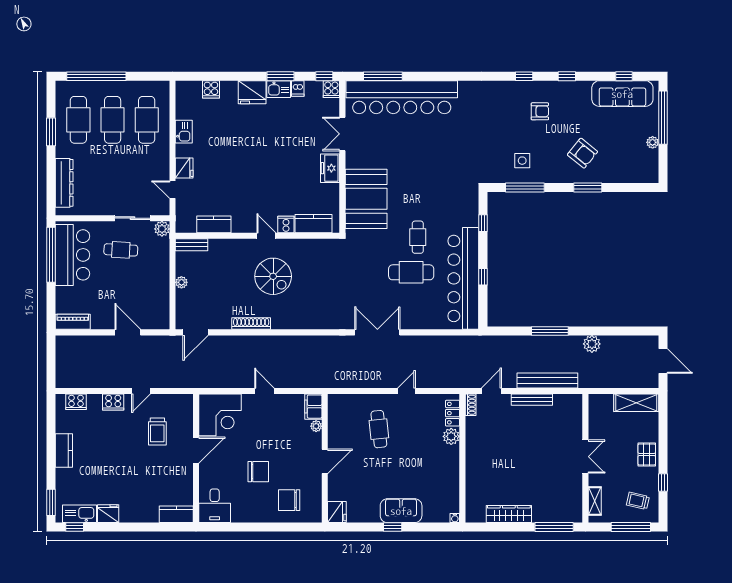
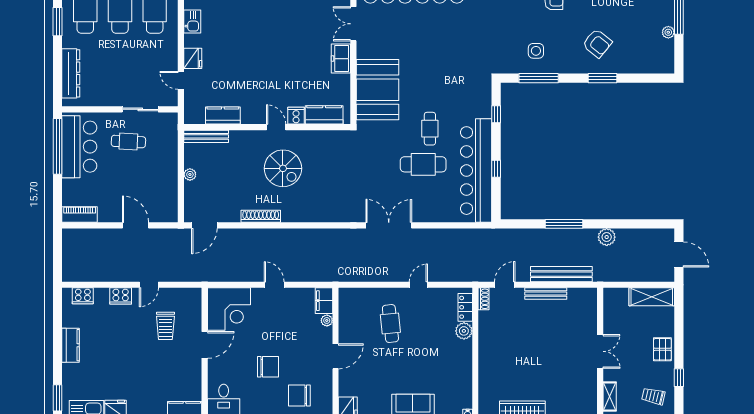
plant: (162, 229) -> (170, 120), removed
bench: (192, 245) -> (206, 136), width x1.36

